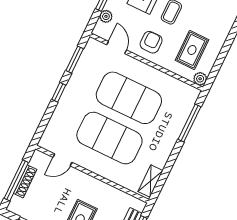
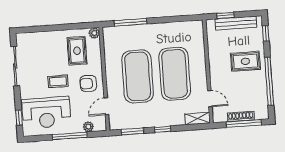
rug: (192, 50) -> (77, 51), turned 90
shelving: (150, 181) -> (197, 119), moved

